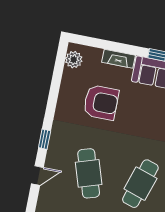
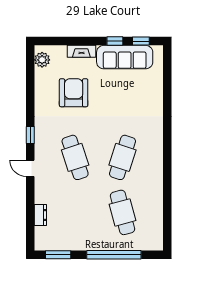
armchair: (101, 102) -> (74, 93), turned -90
door: (37, 176) -> (30, 168), swing flipped

